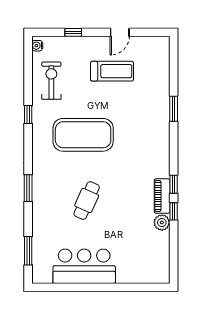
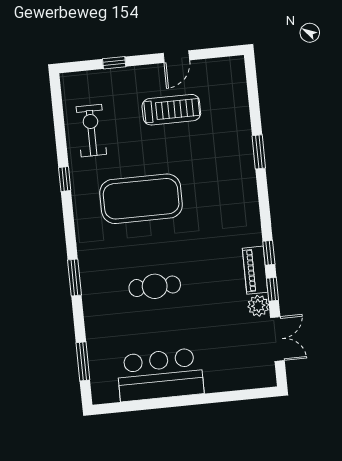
water cooler: (37, 46) -> (68, 86), removed
cafe table: (87, 200) -> (155, 286), turned 66
double door: (174, 248) -> (277, 339), added

